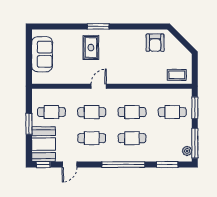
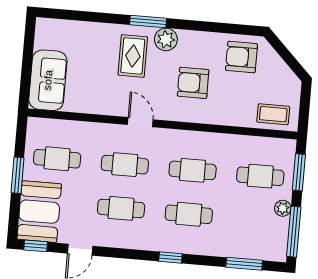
plant: (110, 36) -> (166, 39), added
armchair: (155, 43) -> (241, 57), turned 90
sofa: (42, 54) -> (48, 80), moved
armchair: (128, 60) -> (193, 83), added
door: (99, 86) -> (140, 122), hinge flipped
plant: (187, 151) -> (283, 208), moved
window: (123, 165) -> (170, 257), width x0.32

